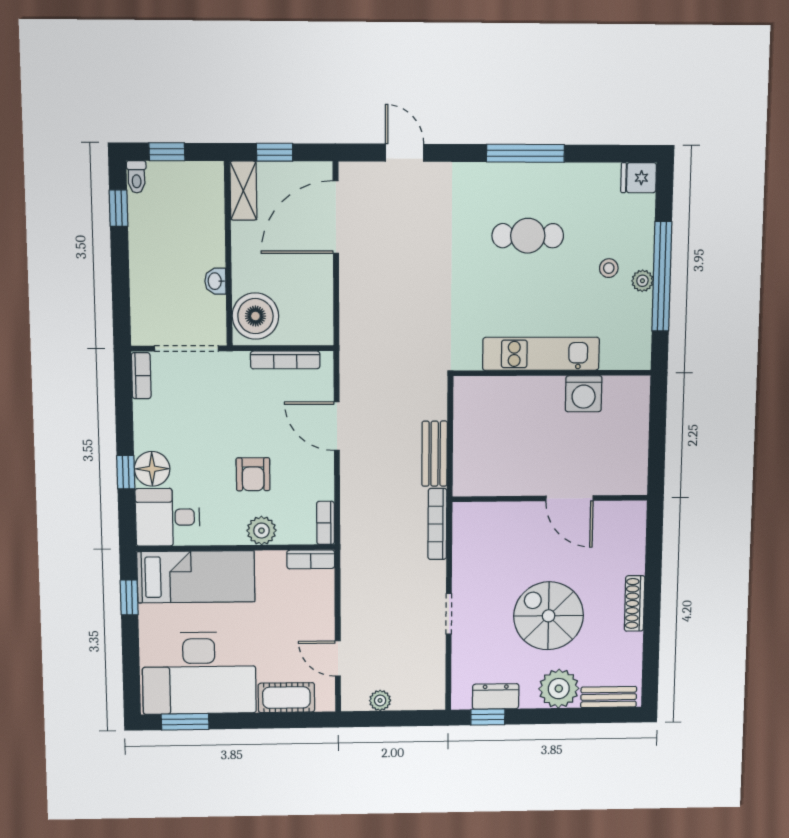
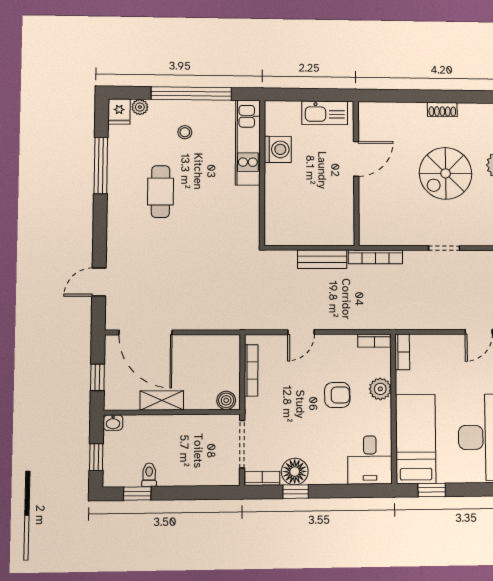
window: (525, 153) -> (101, 166), moved
toilet: (136, 177) -> (149, 475), moved, turned -90
shelving: (243, 191) -> (162, 400), moved
washbasin: (215, 281) -> (113, 423), moved
plant: (642, 281) -> (140, 107), moved
boiler: (255, 316) -> (226, 400), width x0.54, depth x0.54
kitchen unit: (541, 354) -> (248, 143), moved
door: (337, 426) -> (301, 332), width x0.73
kitchen sink: (632, 456) -> (325, 113), added
floor lamp: (152, 469) -> (295, 472), moved
window: (126, 472) -> (296, 492), moved
shoe rack: (635, 603) -> (442, 110), width x0.70

